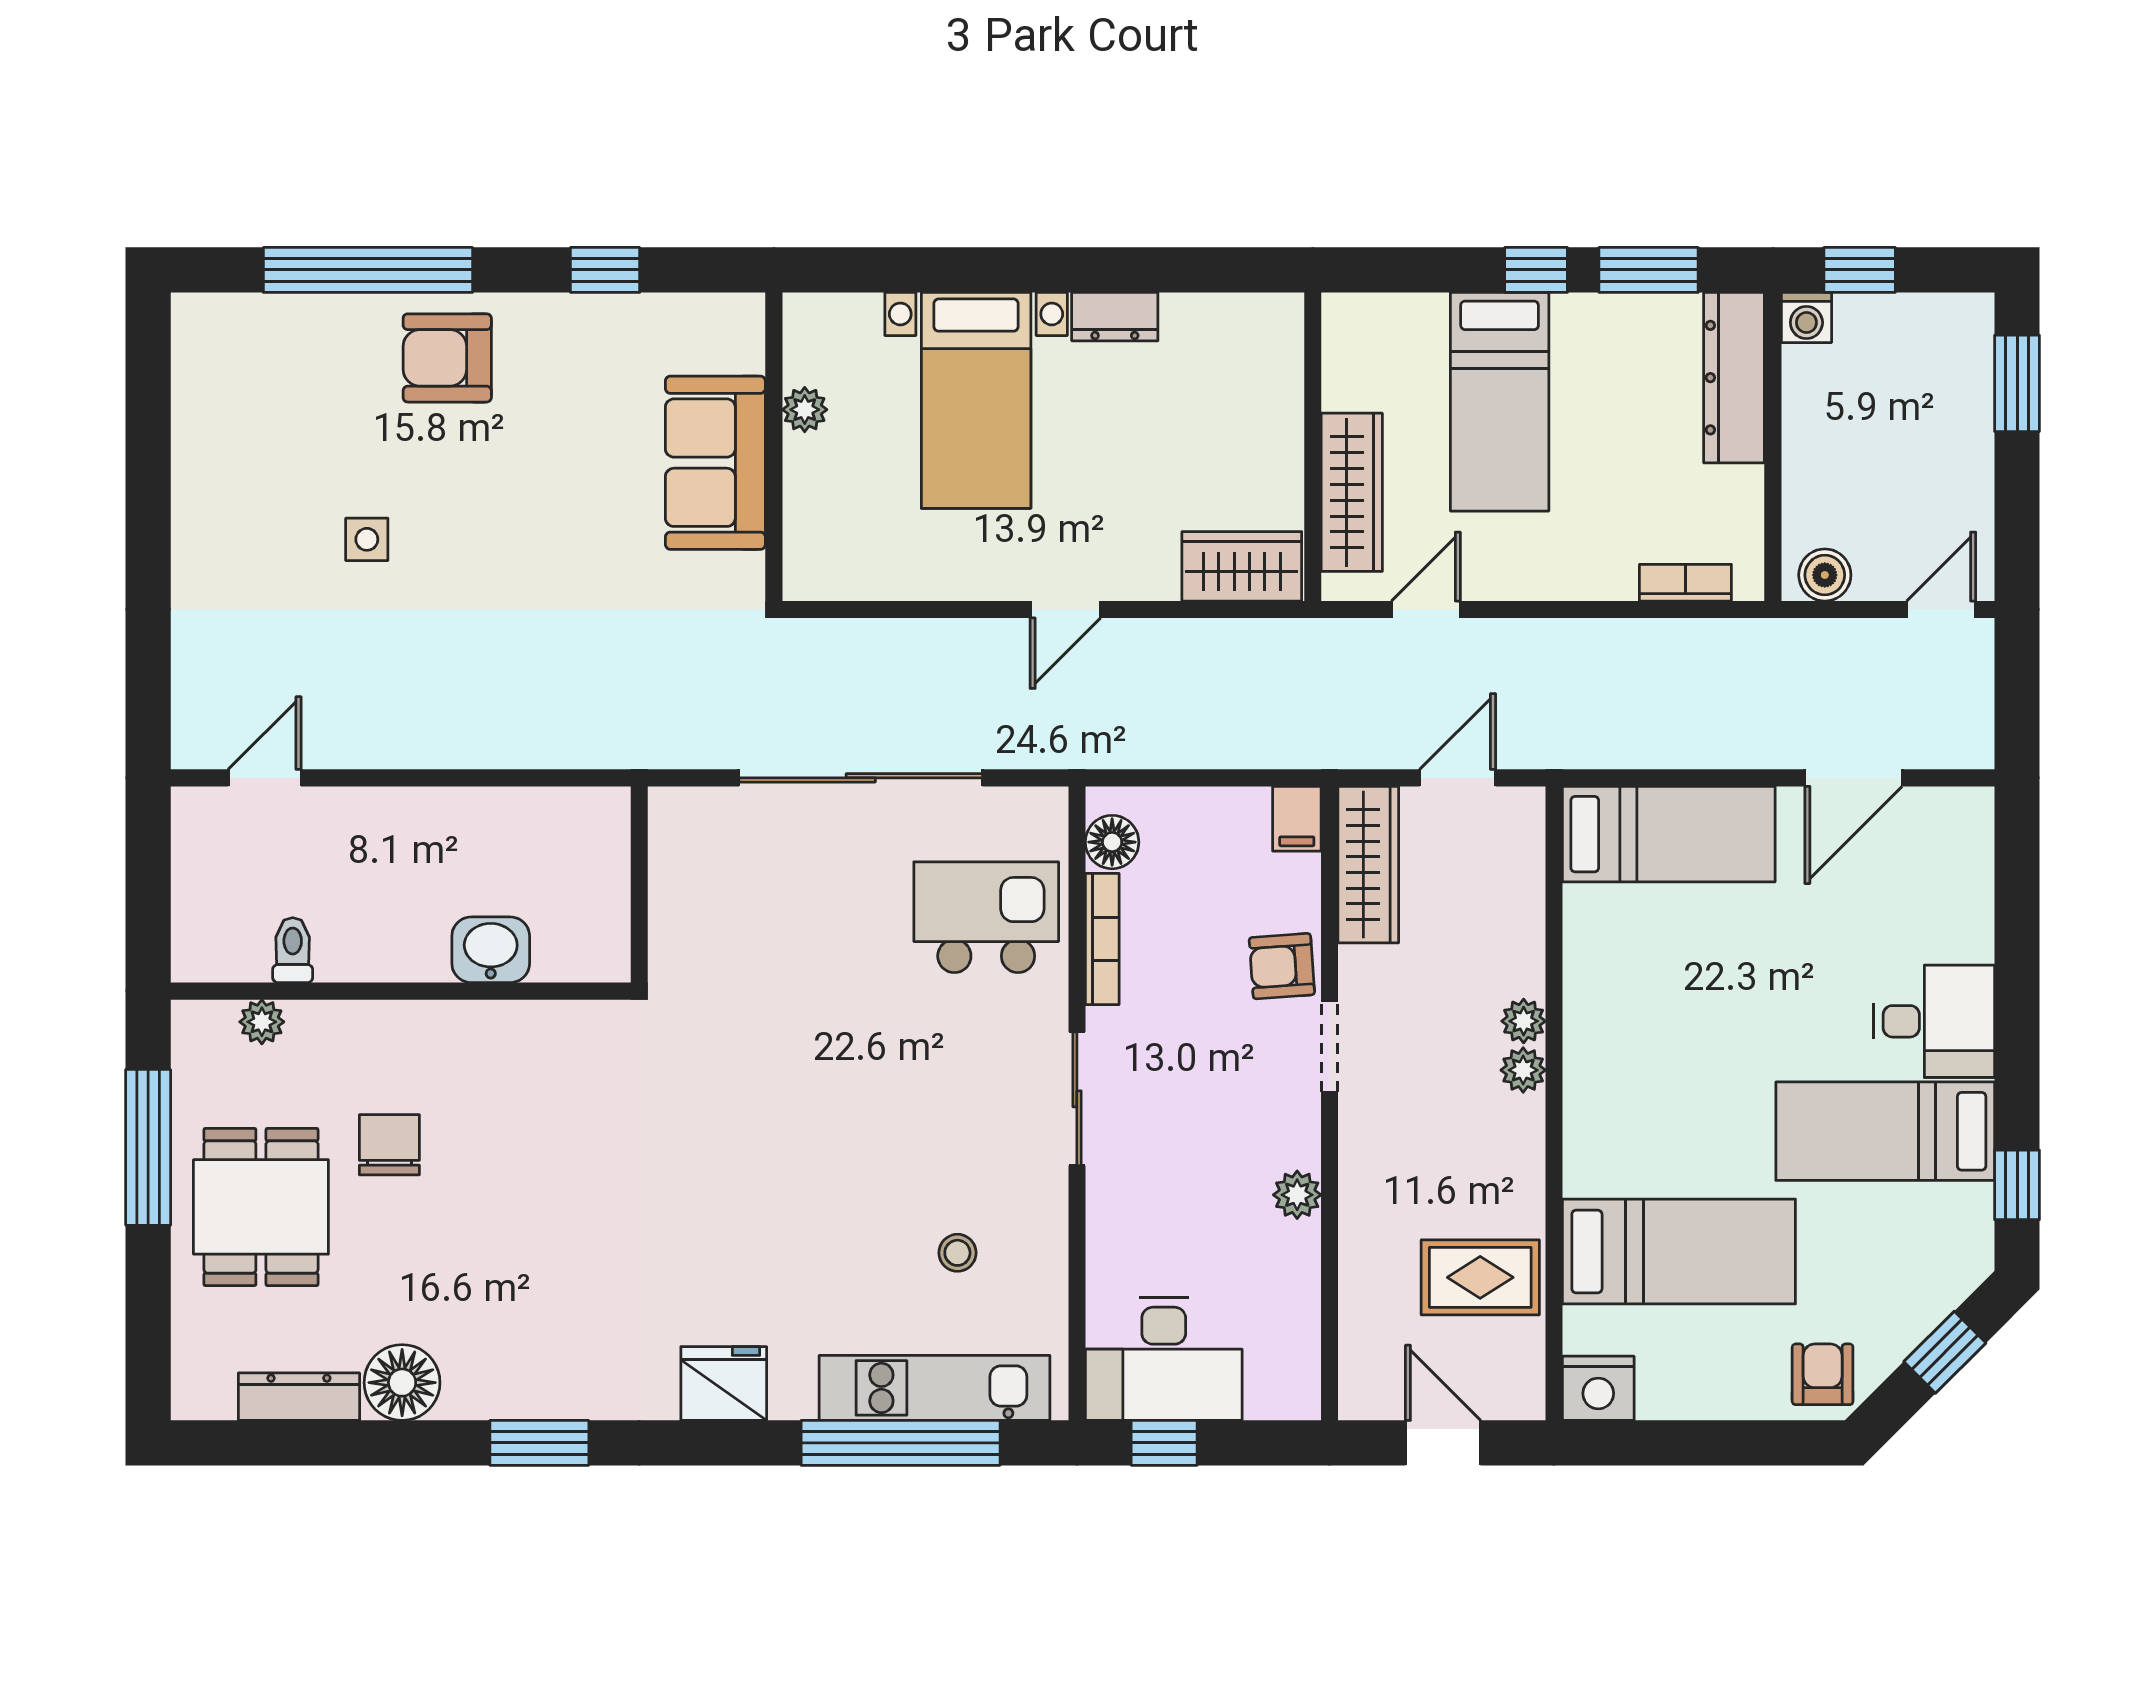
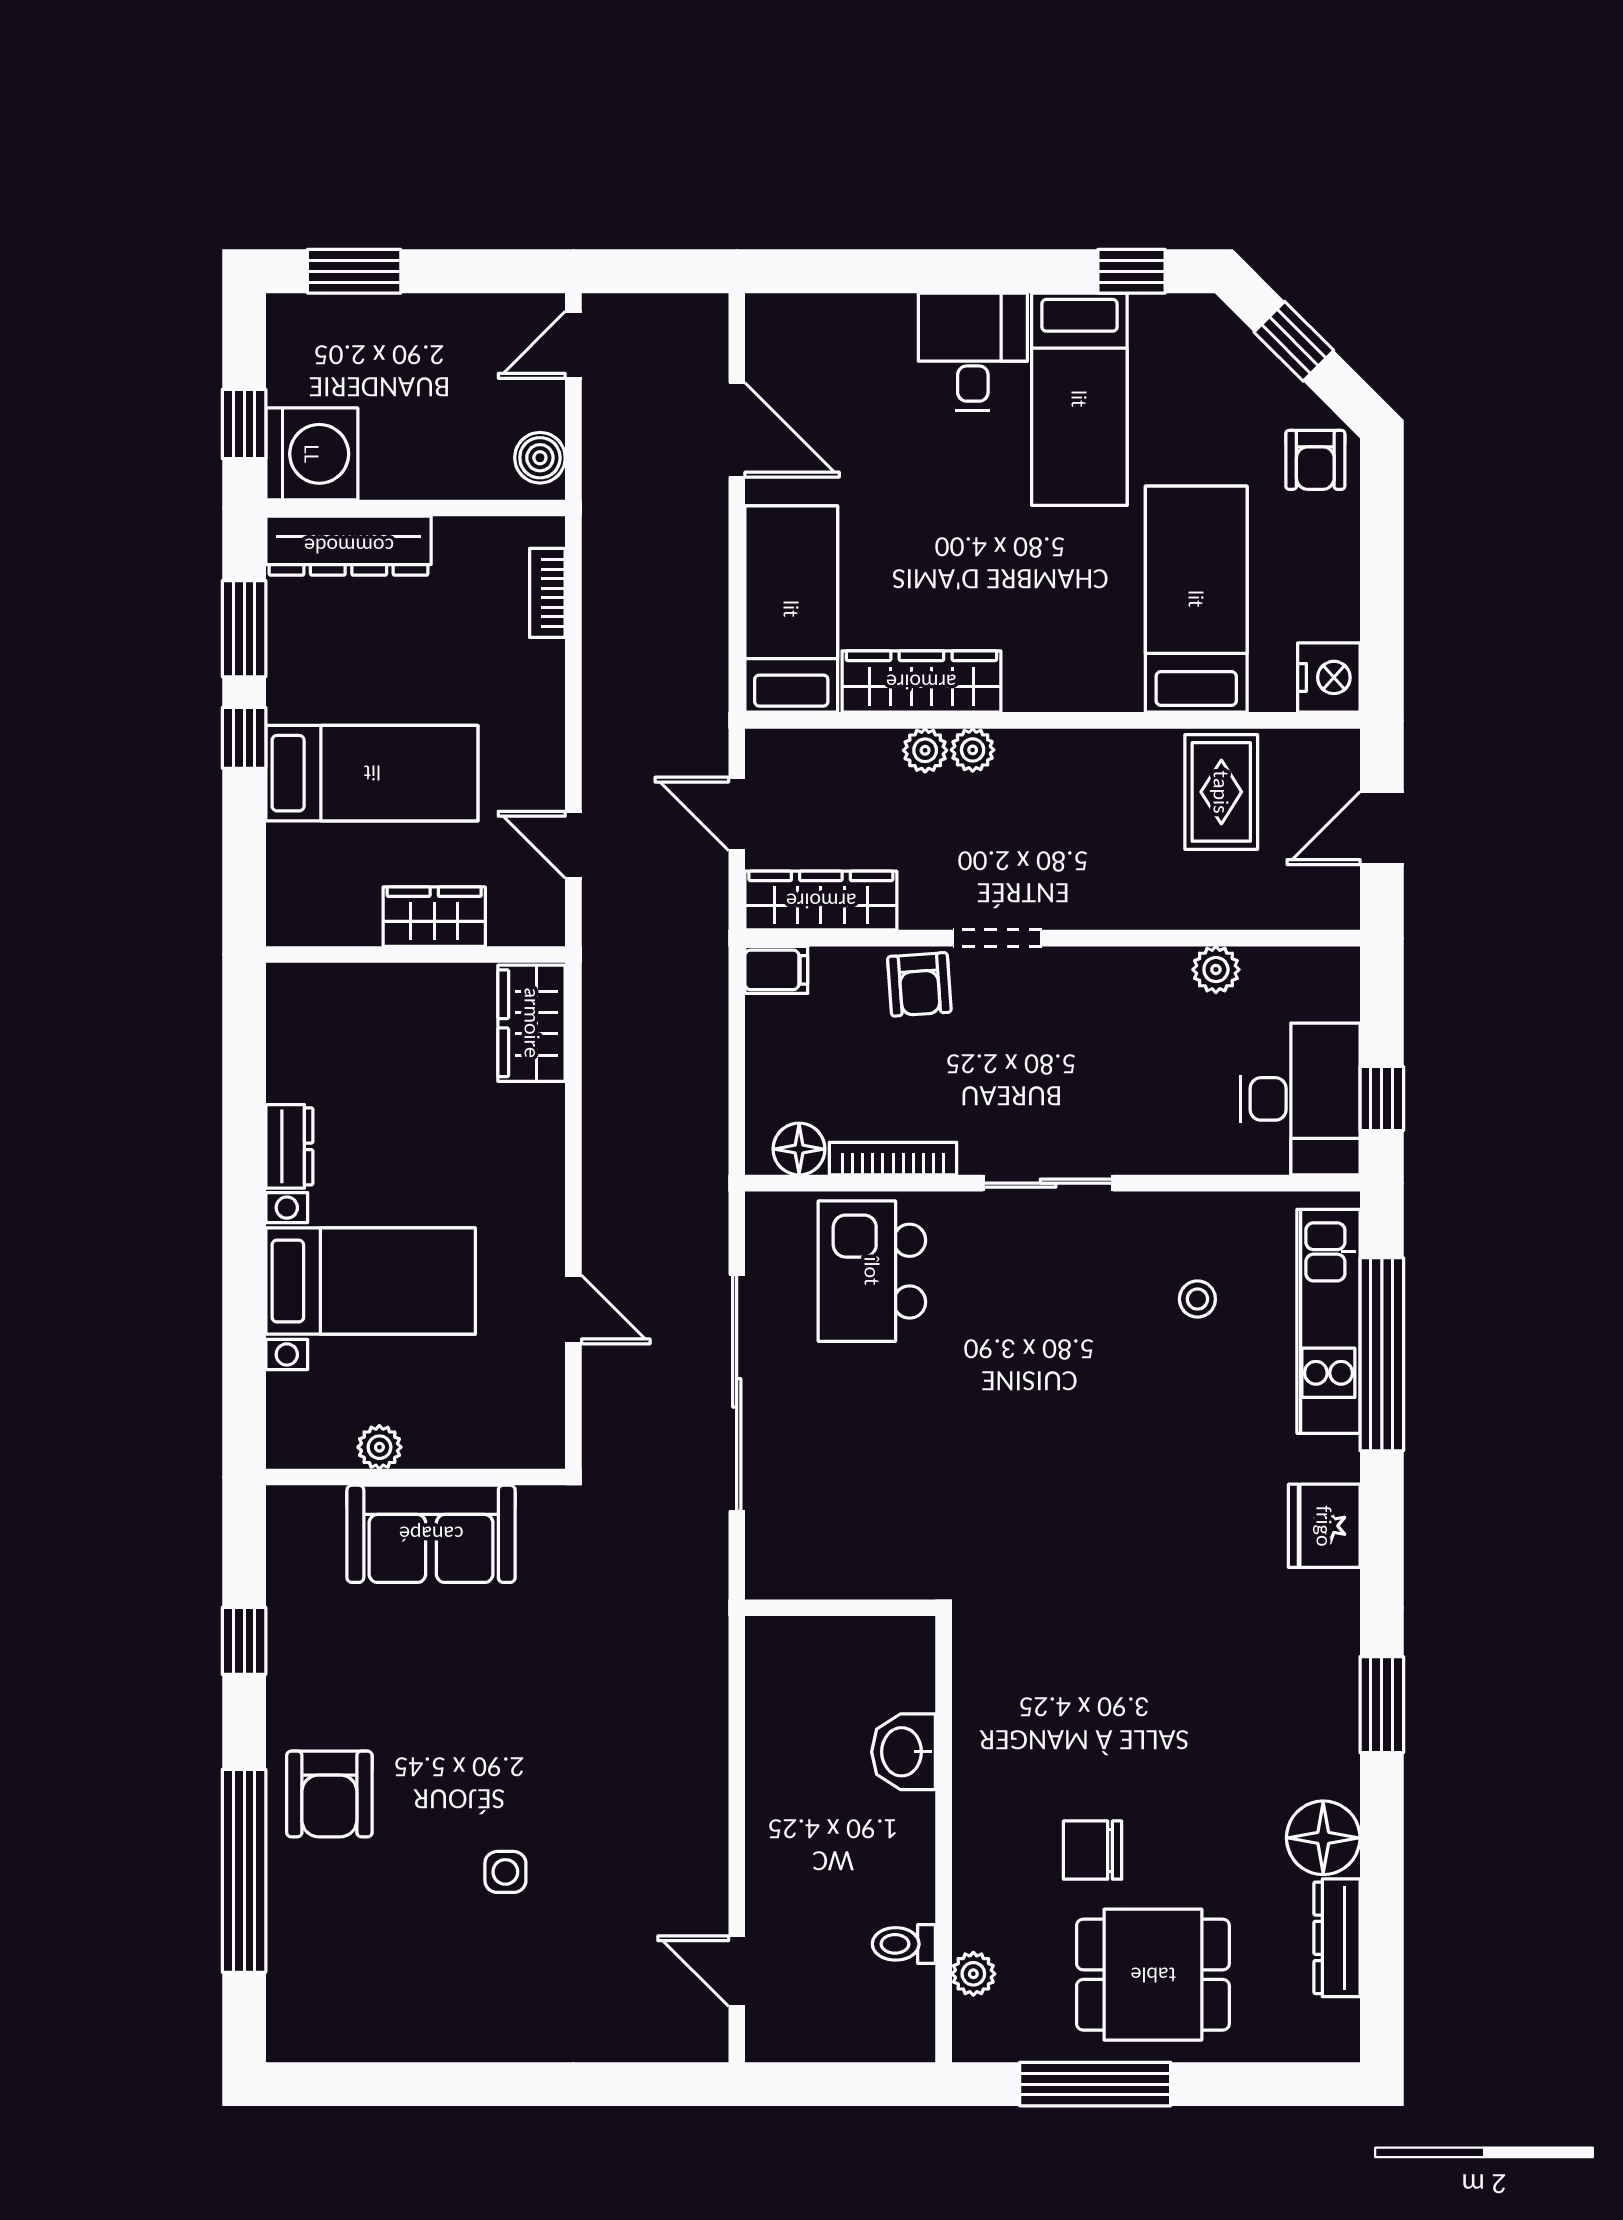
washing machine: (1806, 317) -> (312, 454), width x1.89, depth x1.89
wardrobe: (1352, 492) -> (434, 917), width x0.67
door: (1065, 609) -> (573, 1310), moved
door: (1941, 609) -> (573, 345), hinge flipped
wardrobe: (1594, 968) -> (921, 682), added
plant: (1523, 1070) -> (925, 750), moved
plant: (1297, 1195) -> (1216, 970), moved
armchair: (1823, 1374) -> (1315, 460), turned -90

